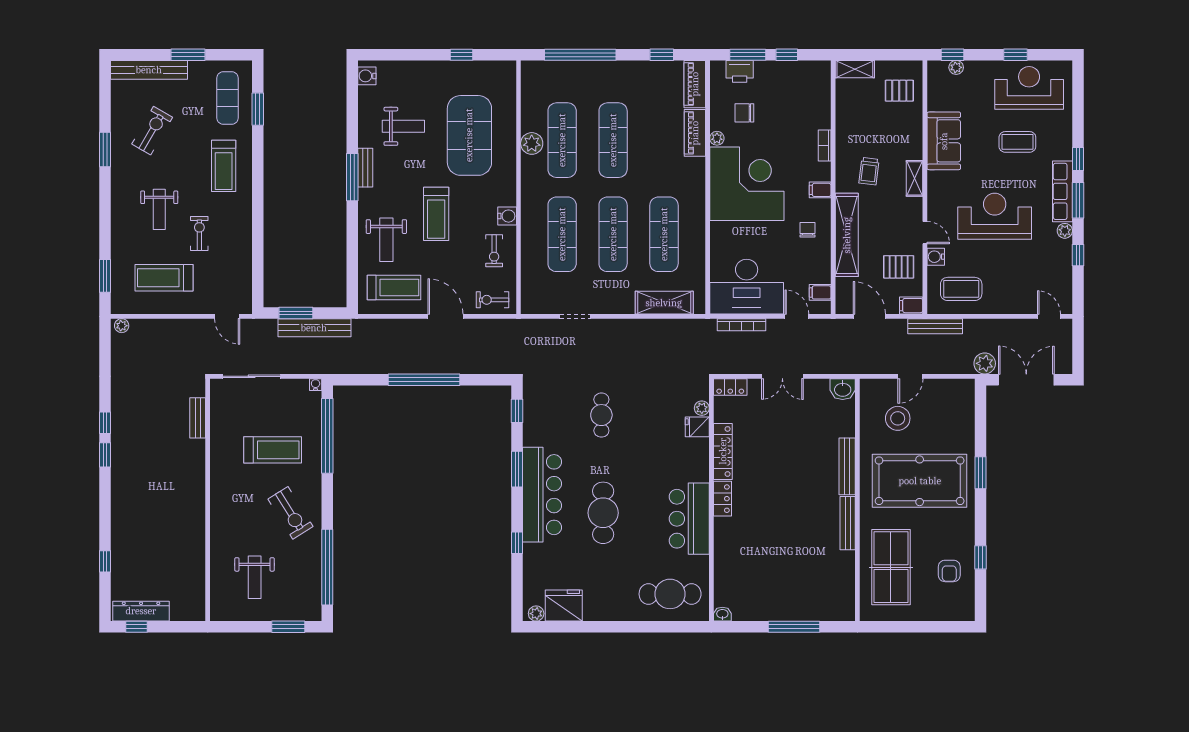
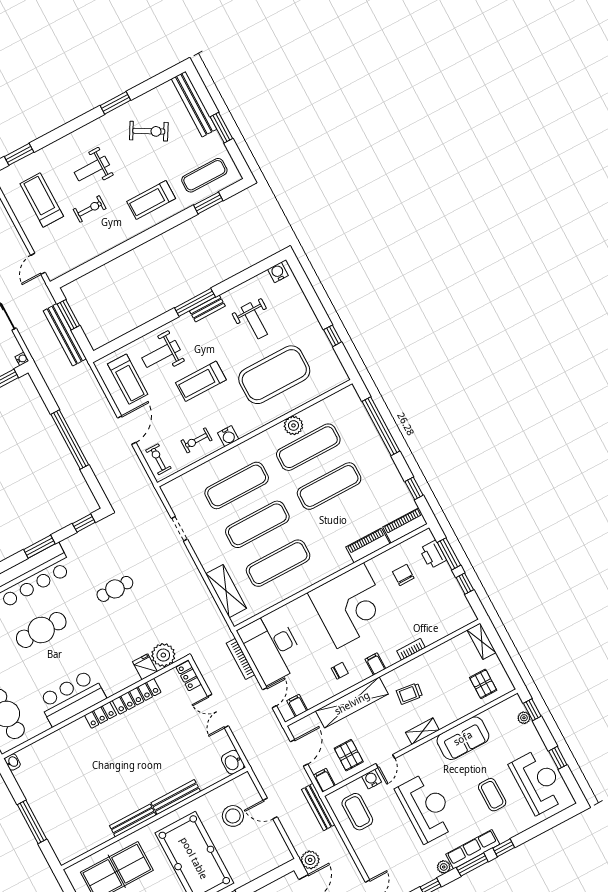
plant: (717, 138) -> (373, 564), removed
plant: (702, 408) -> (163, 655), width x1.87, depth x1.87

